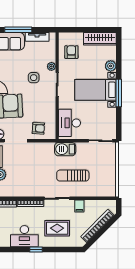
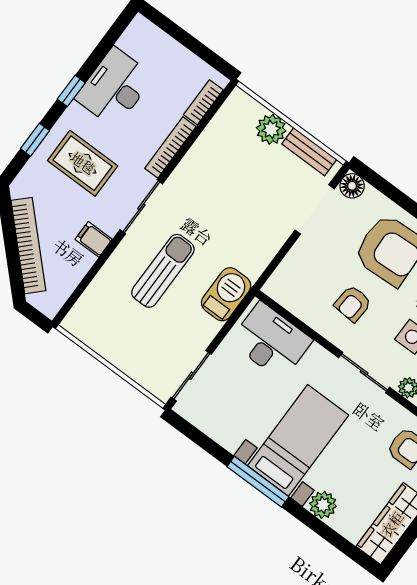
armchair: (38, 128) -> (353, 304), moved
rug: (57, 228) -> (83, 163), turned 90
window: (61, 250) -> (35, 140), added

